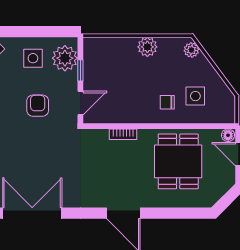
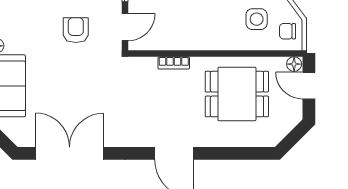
chair: (167, 102) -> (288, 31), moved
dining table: (178, 161) -> (237, 94), turned 90

